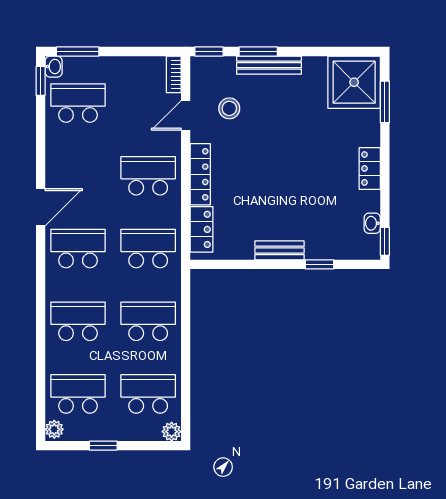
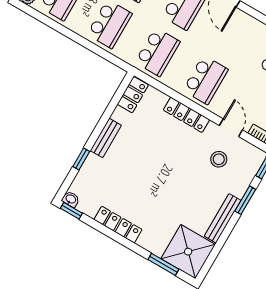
bench: (269, 65) -> (223, 218), moved
locker: (370, 168) -> (118, 225), width x1.53
washbasin: (372, 223) -> (71, 199), moved
locker: (202, 229) -> (133, 95), moved, turned -90

